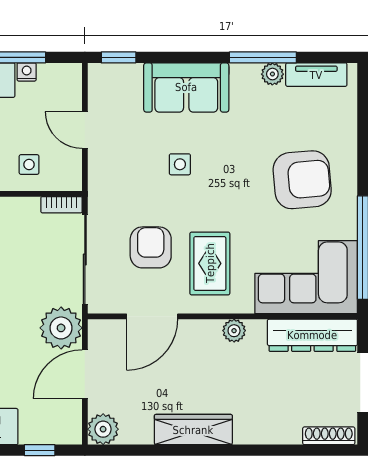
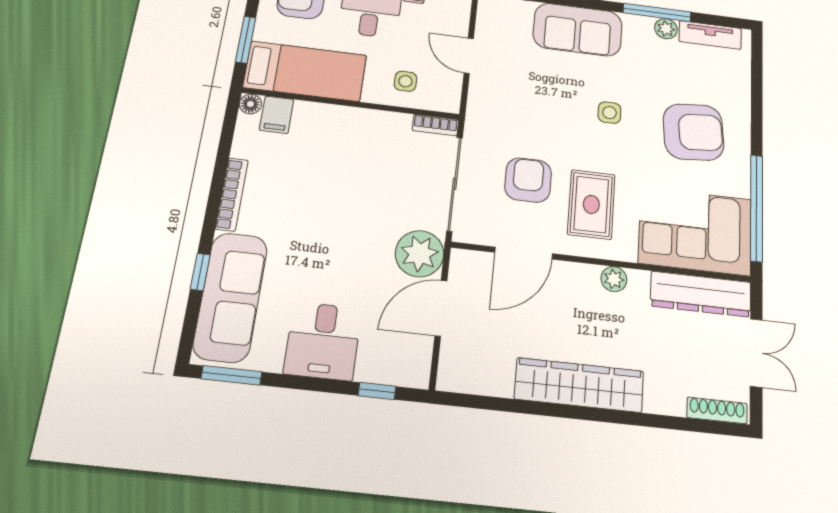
side table: (180, 164) -> (610, 113), moved
plant: (103, 429) -> (455, 374), removed
wardrobe: (193, 430) -> (579, 385), width x1.40, depth x1.17

